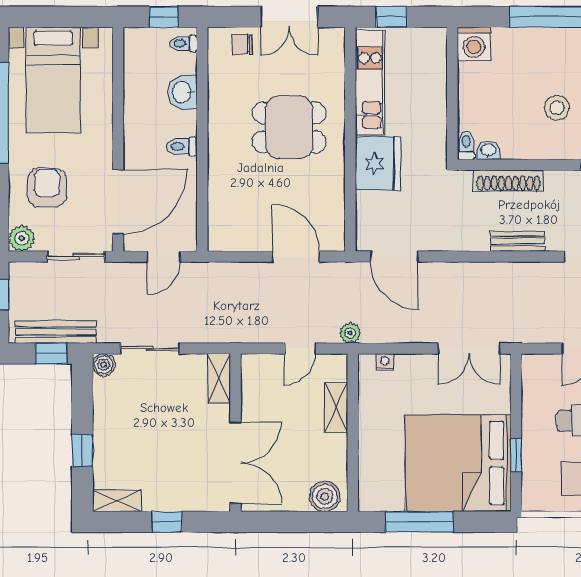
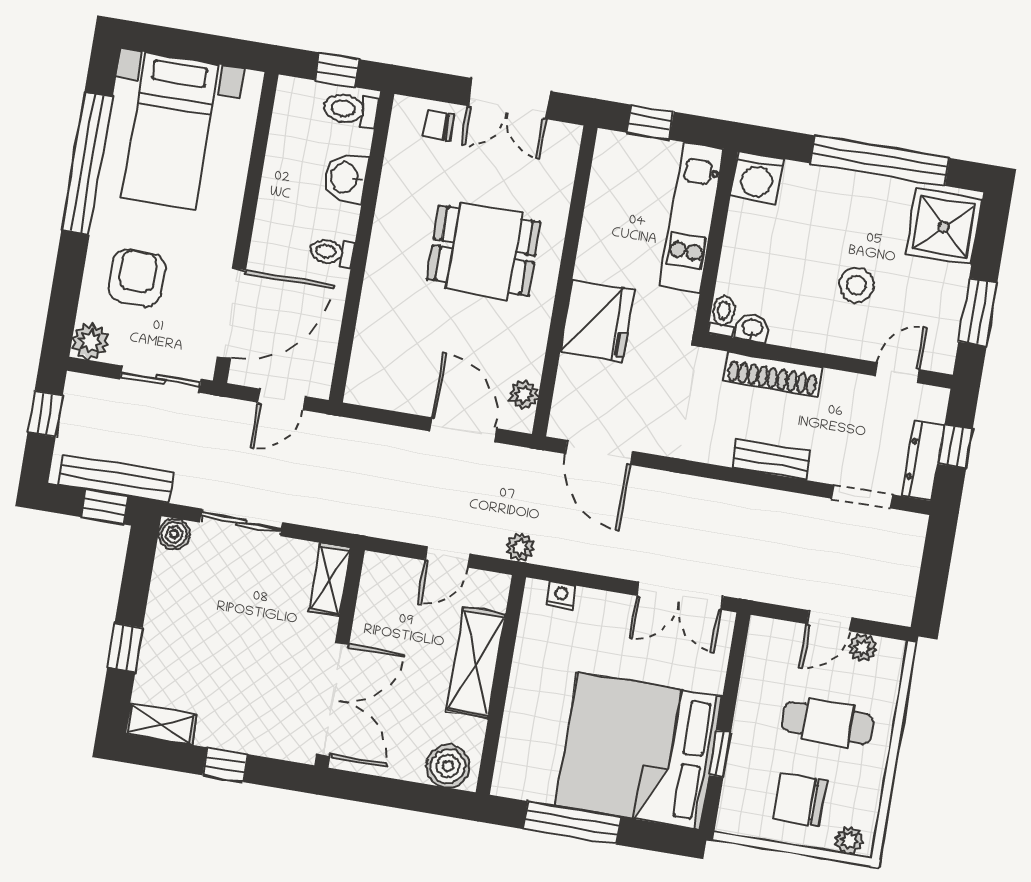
toilet: (184, 43) -> (350, 110), width x1.37, depth x1.39
kitchen unit: (370, 82) -> (692, 218), moved, turned 180
plant: (335, 225) -> (524, 395), added
shelving: (336, 407) -> (476, 663), width x1.50, depth x1.33

